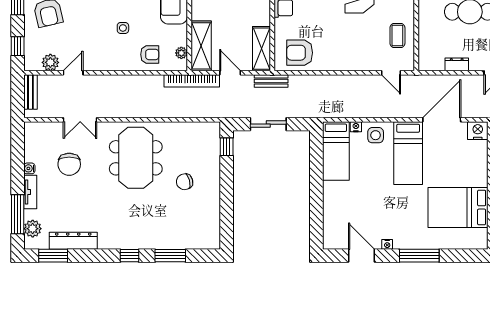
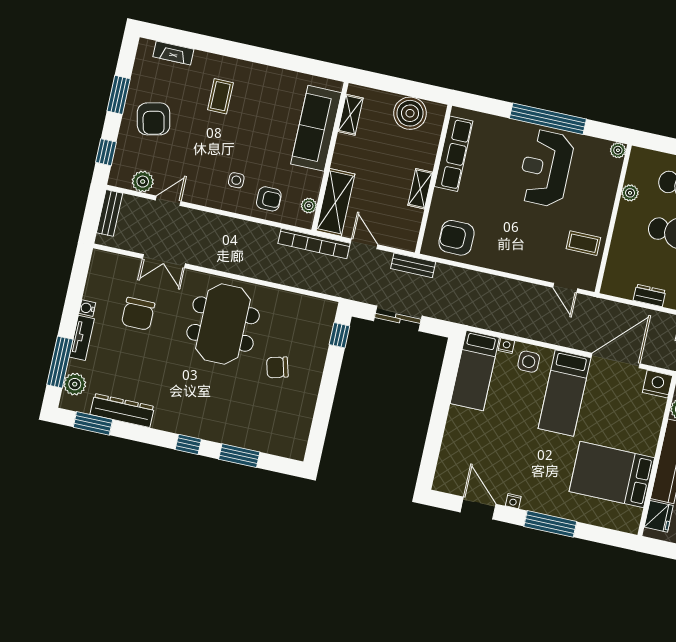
side table: (123, 28) -> (236, 180), moved
coffee table: (397, 36) -> (583, 243), turned 90
shelving: (261, 49) -> (420, 189), moved, width x0.67, depth x0.75

